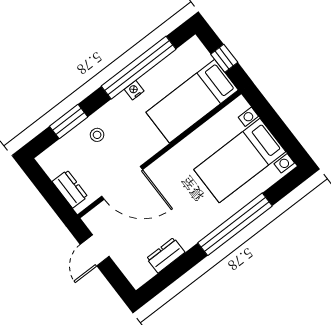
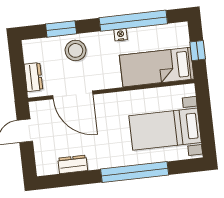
stool: (97, 135) -> (76, 50), width x1.89, depth x1.89

